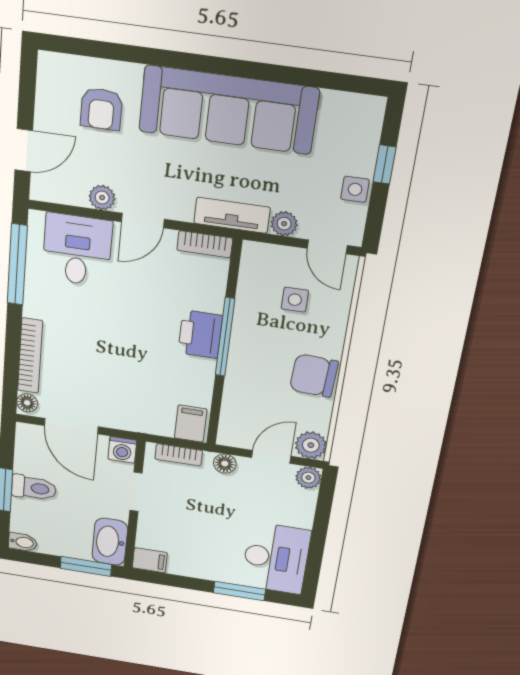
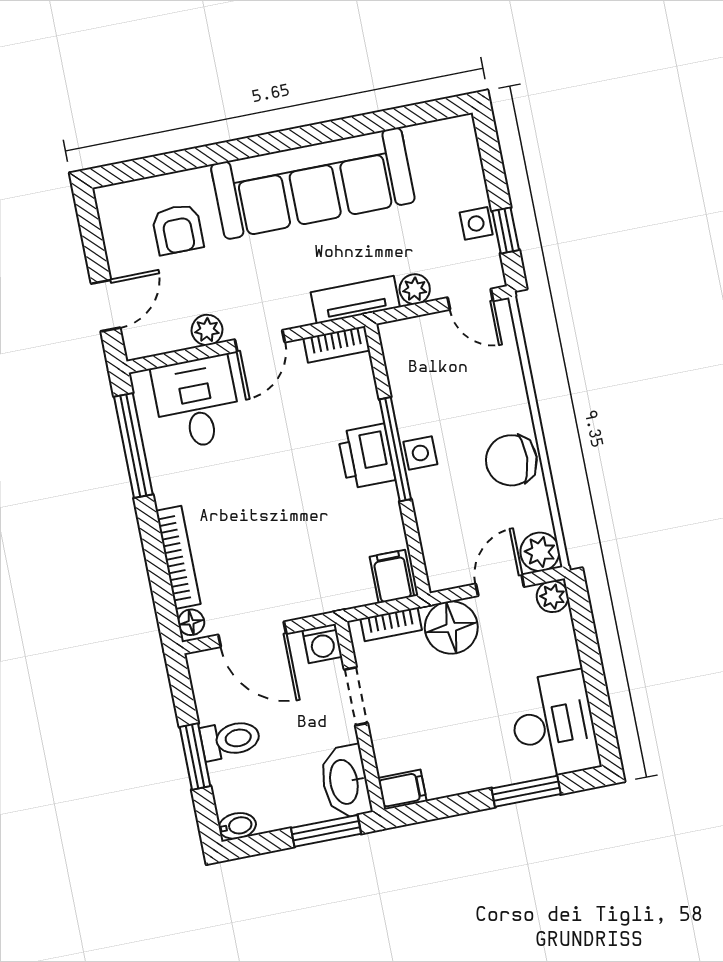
window: (385, 164) -> (506, 230), moved
side table: (295, 300) -> (420, 453), moved
floor lamp: (225, 464) -> (451, 627), width x1.89, depth x1.89

